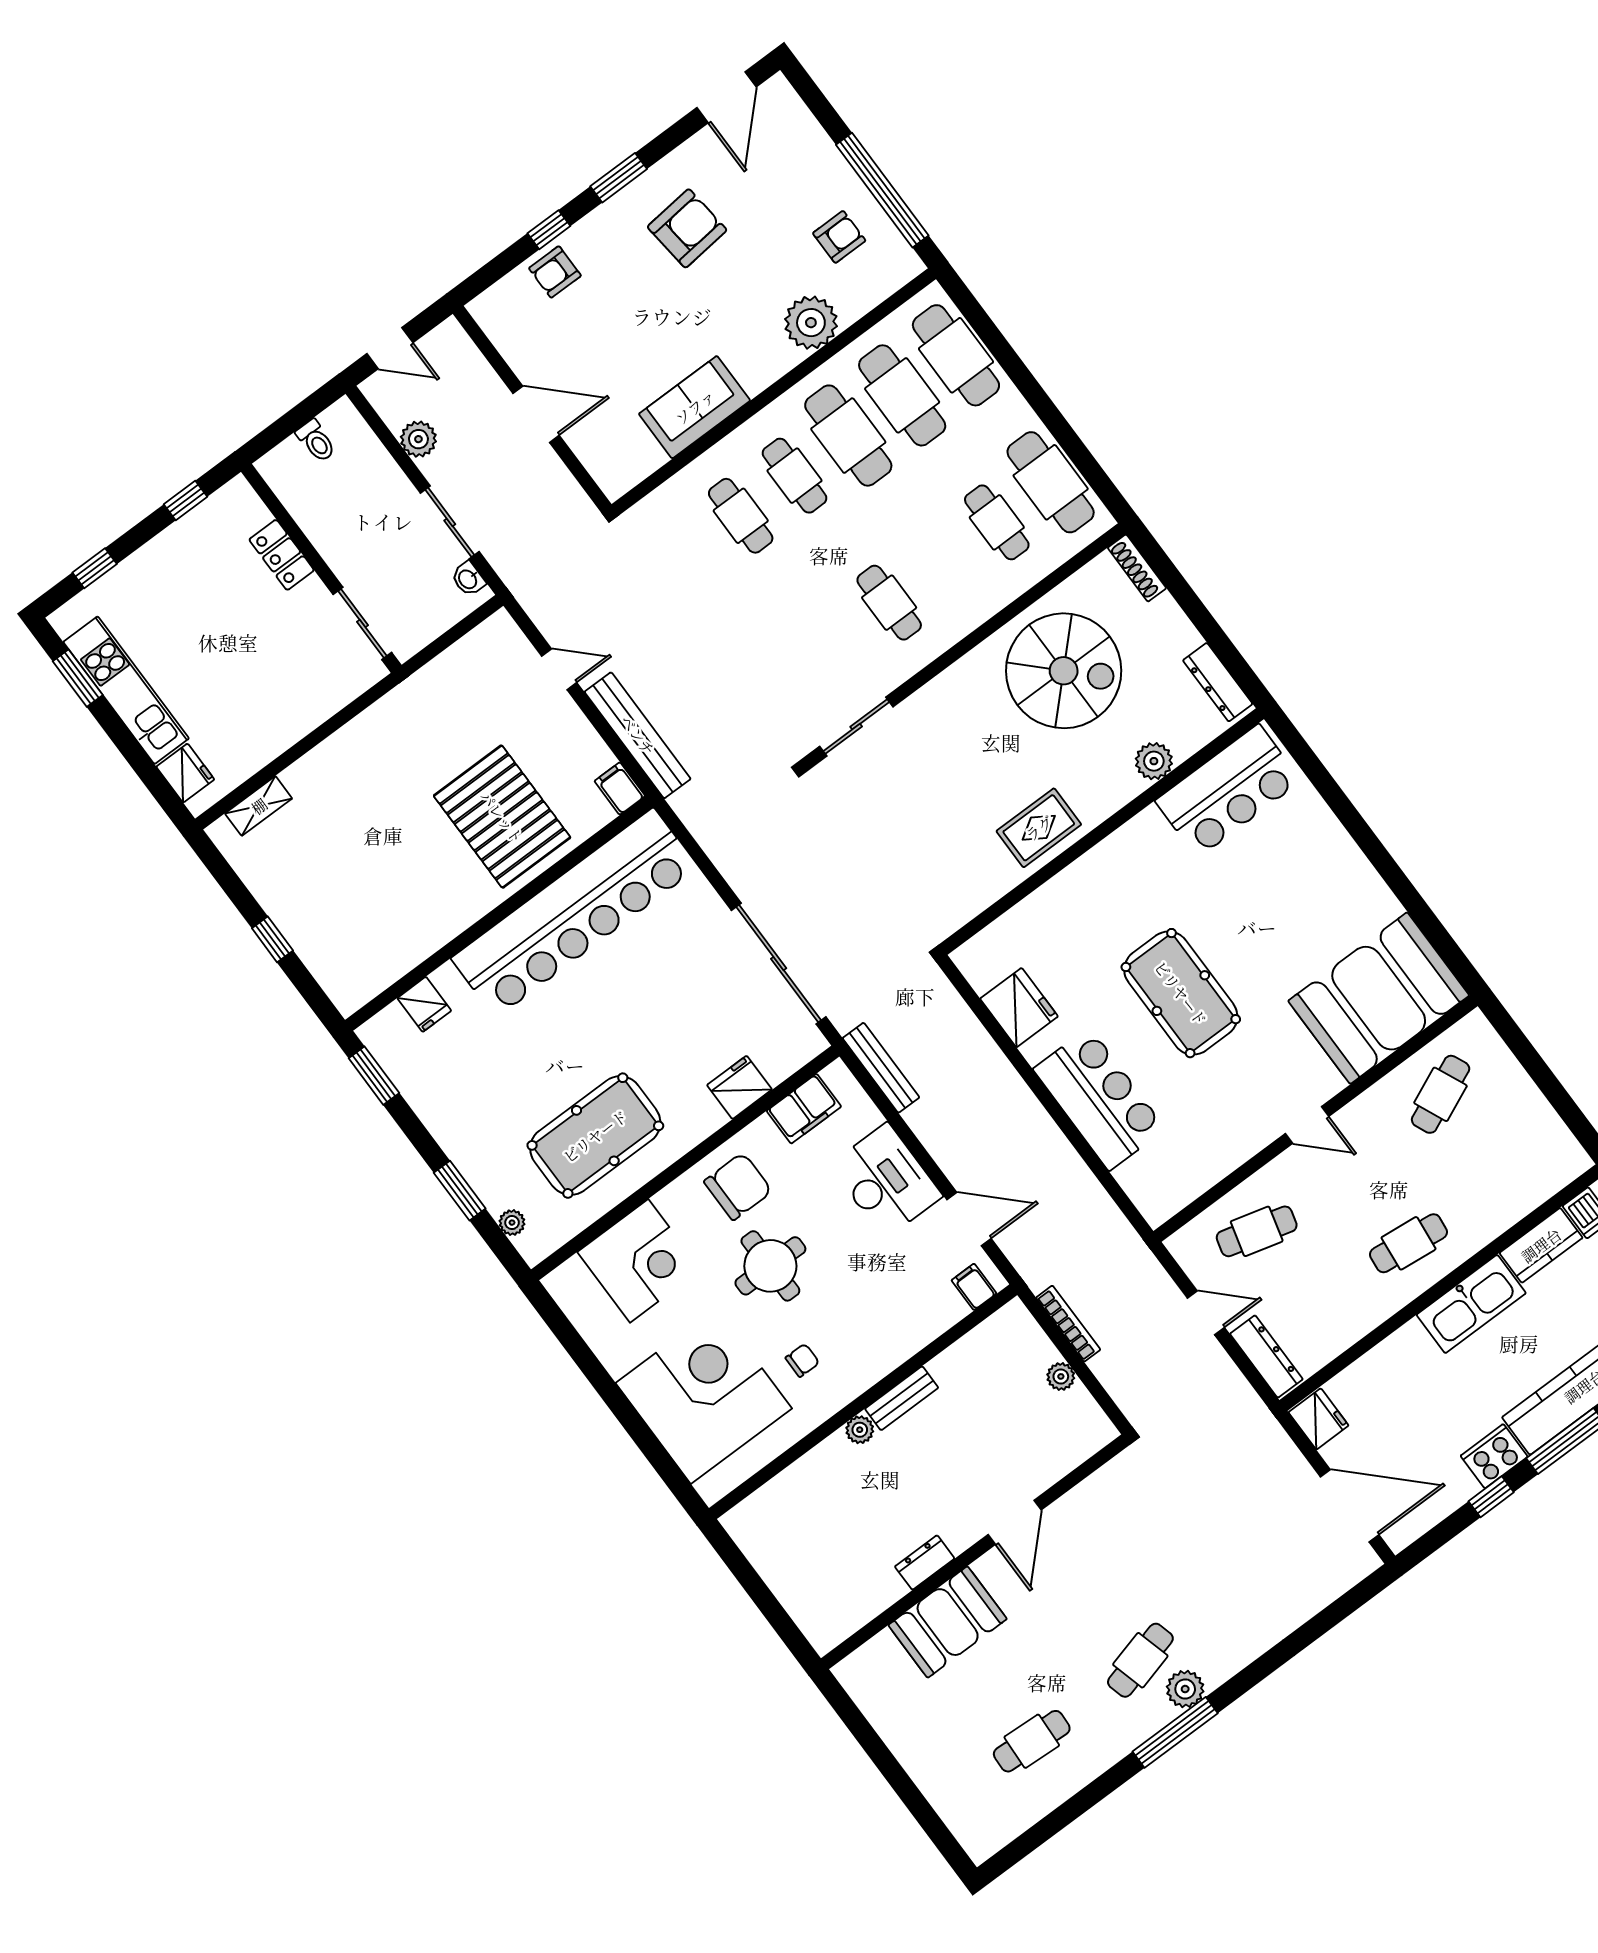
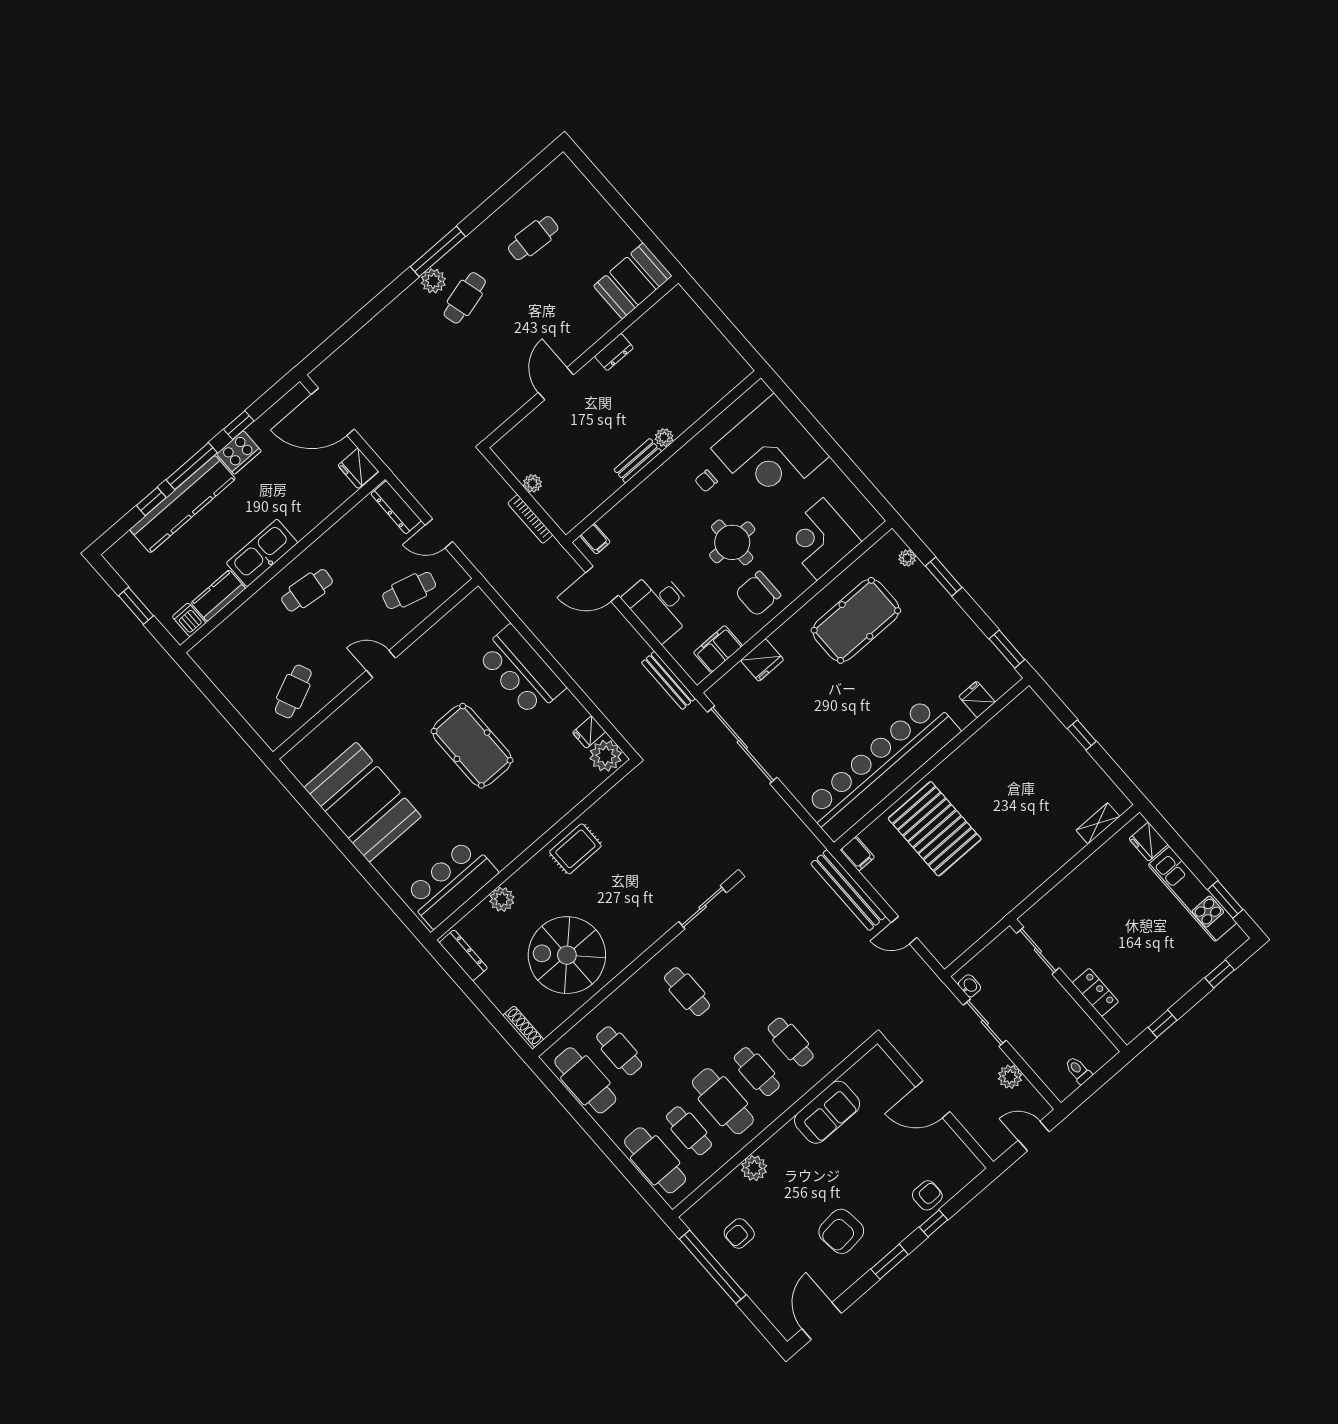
plant: (811, 323) -> (754, 1168), width x0.73, depth x0.73
cafe table: (902, 395) -> (689, 1131), width x0.73, depth x0.74
plant: (983, 963) -> (606, 756), added
booth: (1379, 998) -> (363, 802), moved, turned 90
fridge: (1019, 1008) -> (589, 732), width x0.53, depth x0.75
booth: (948, 1622) -> (633, 281), moved

